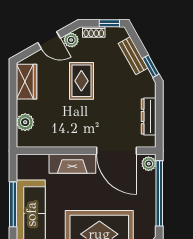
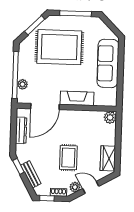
plant: (25, 122) -> (110, 117), moved
door: (116, 151) -> (45, 107), swing flipped
plant: (149, 164) -> (23, 84), moved
window: (13, 204) -> (120, 71), removed

